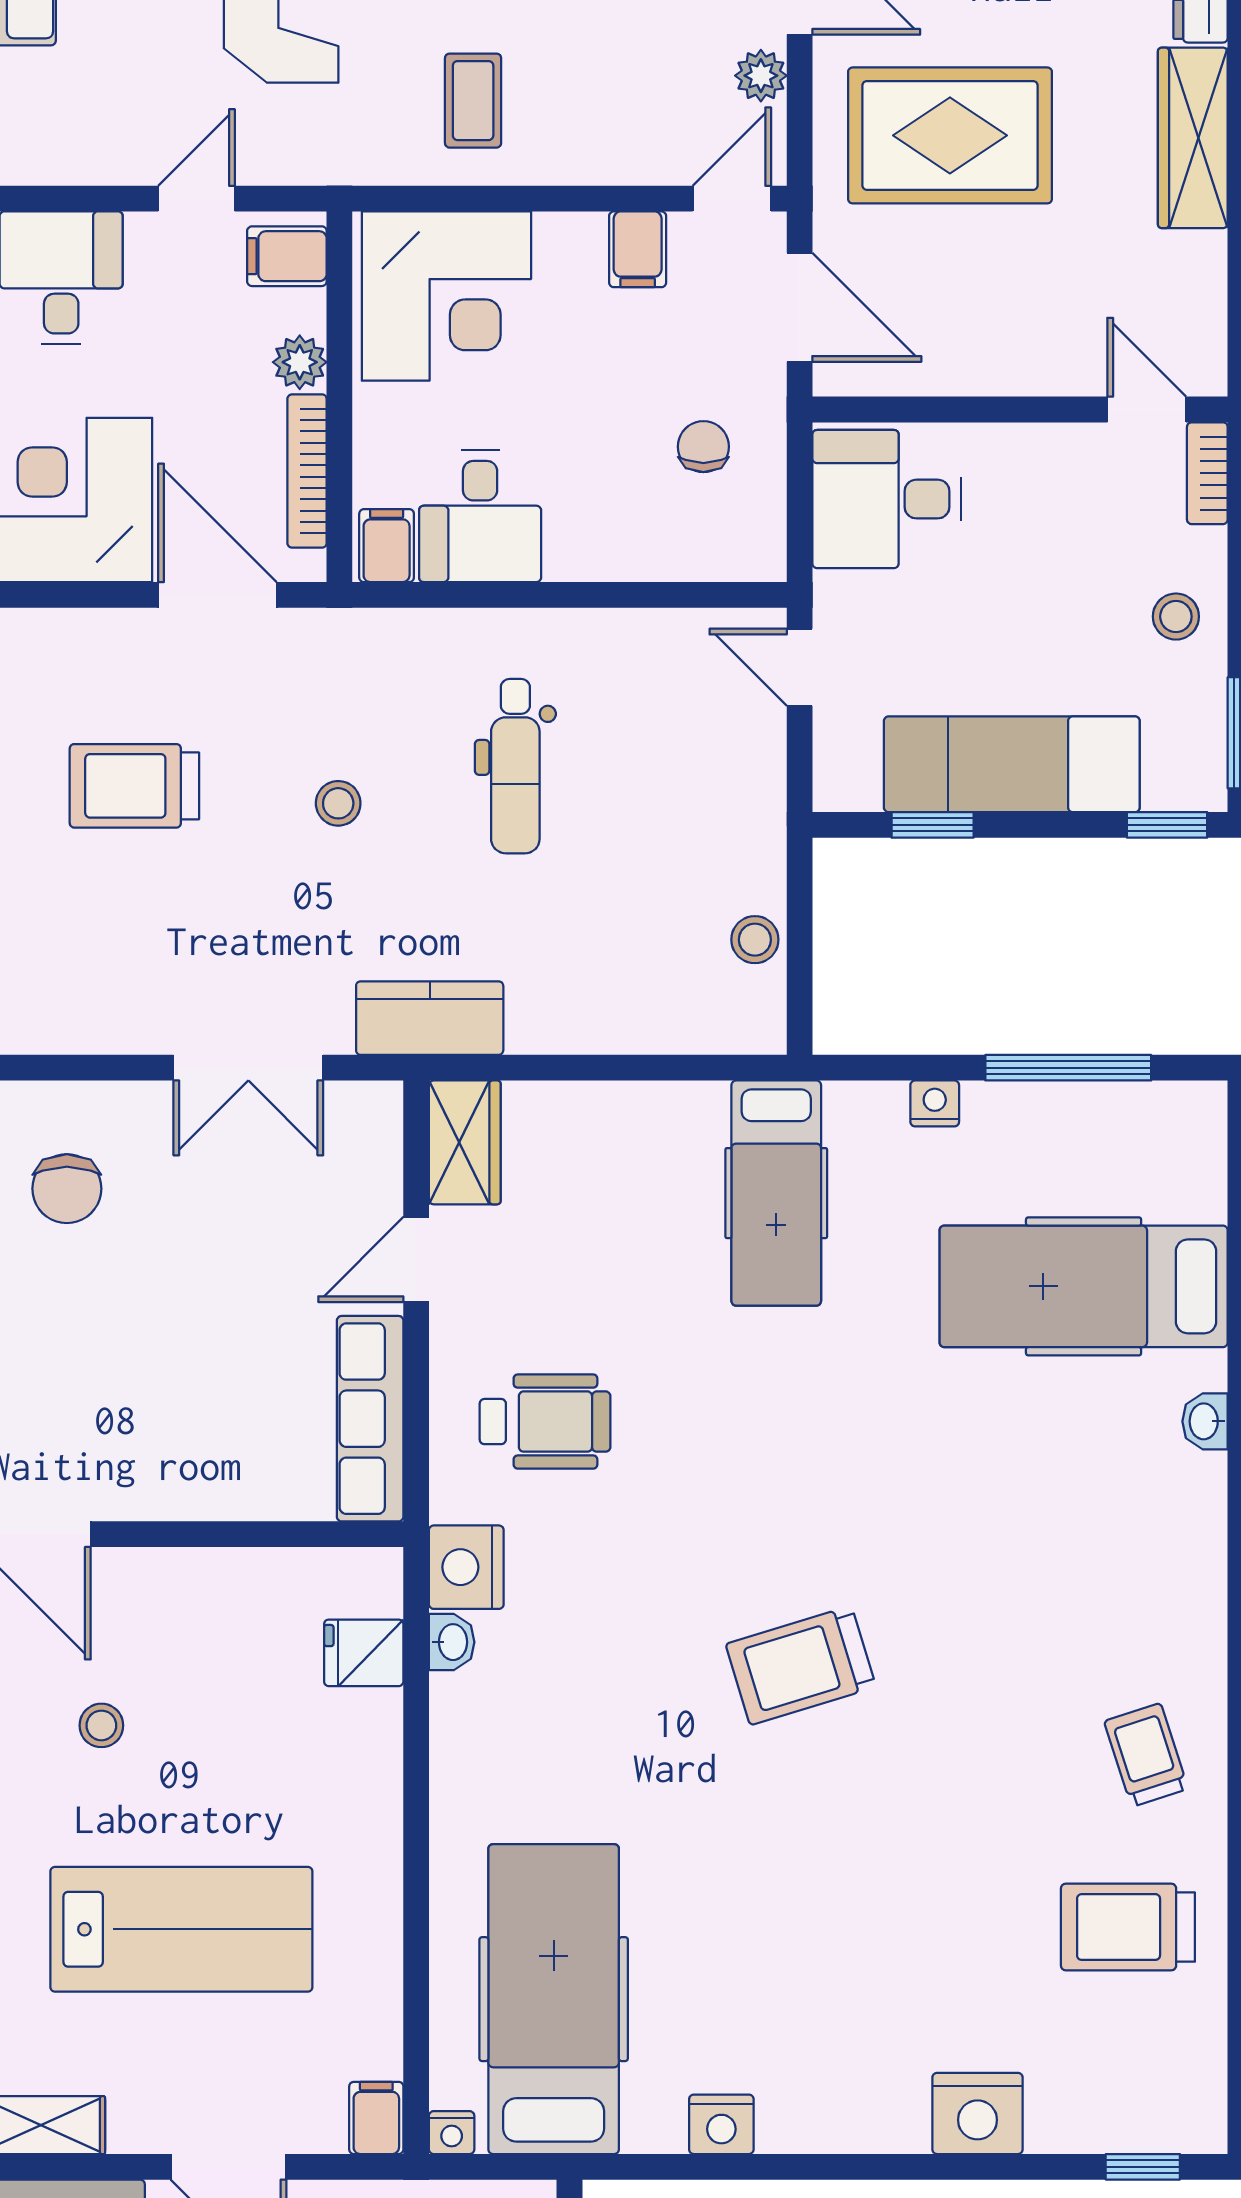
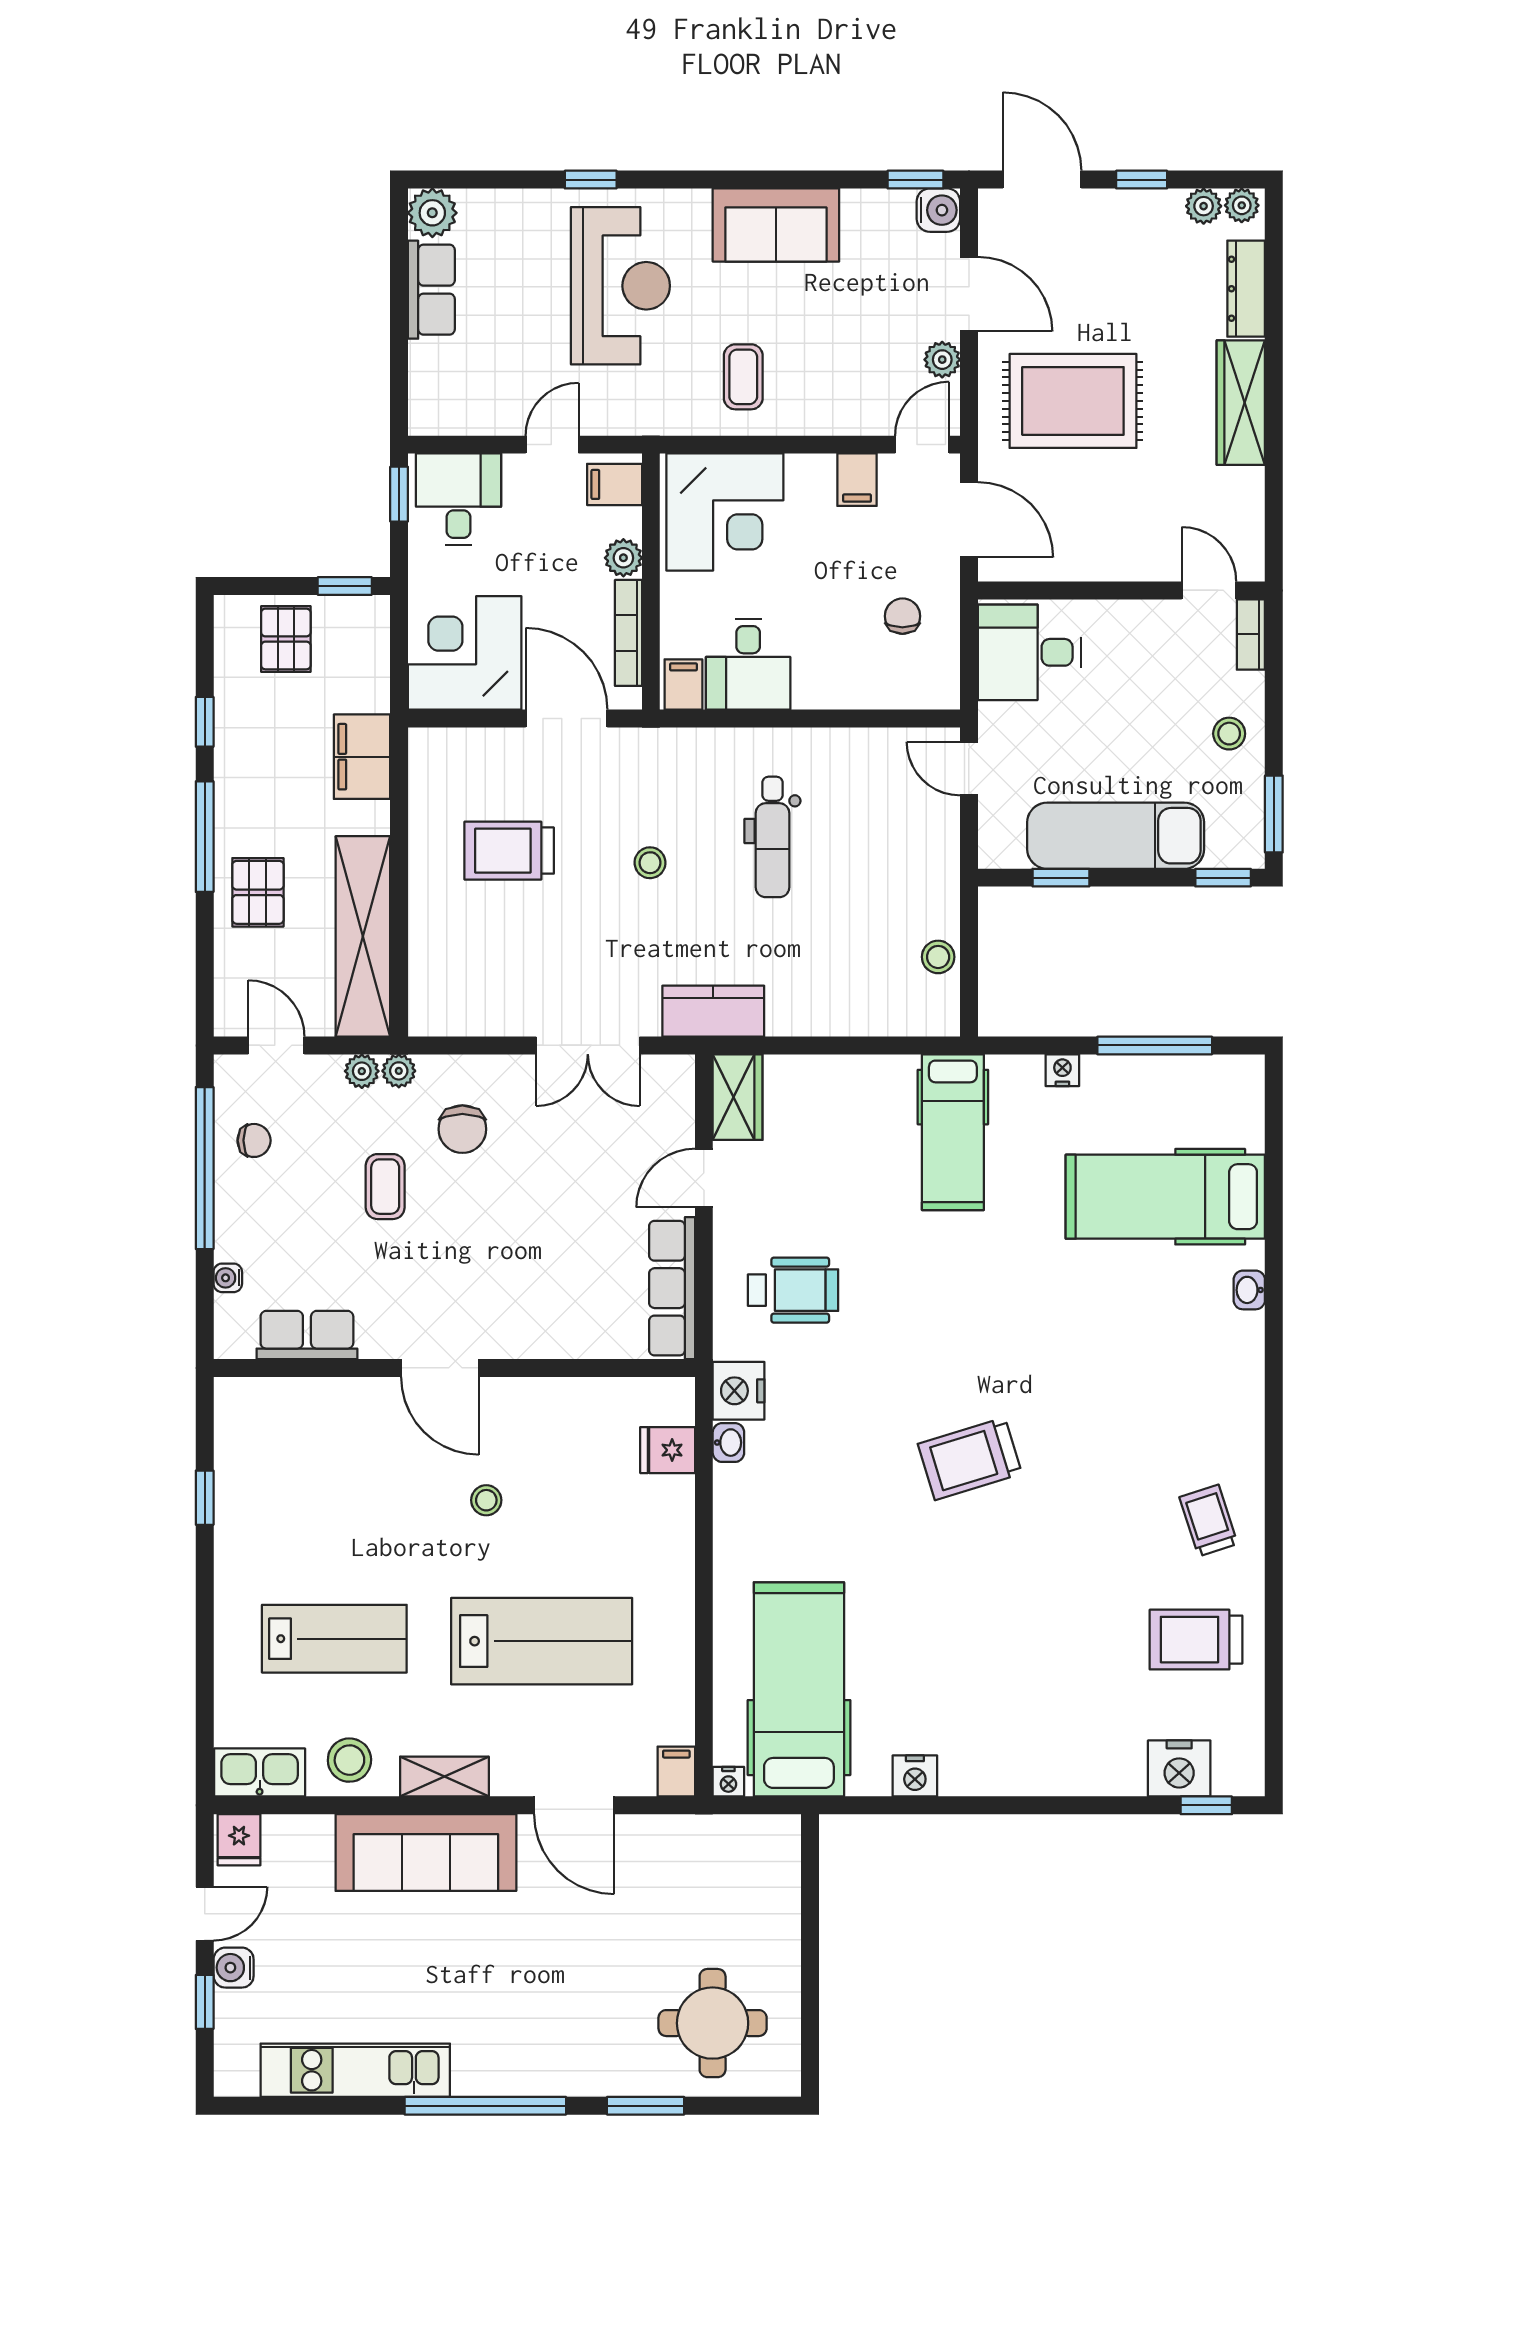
nightstand: (978, 2113) -> (1179, 1768), moved

